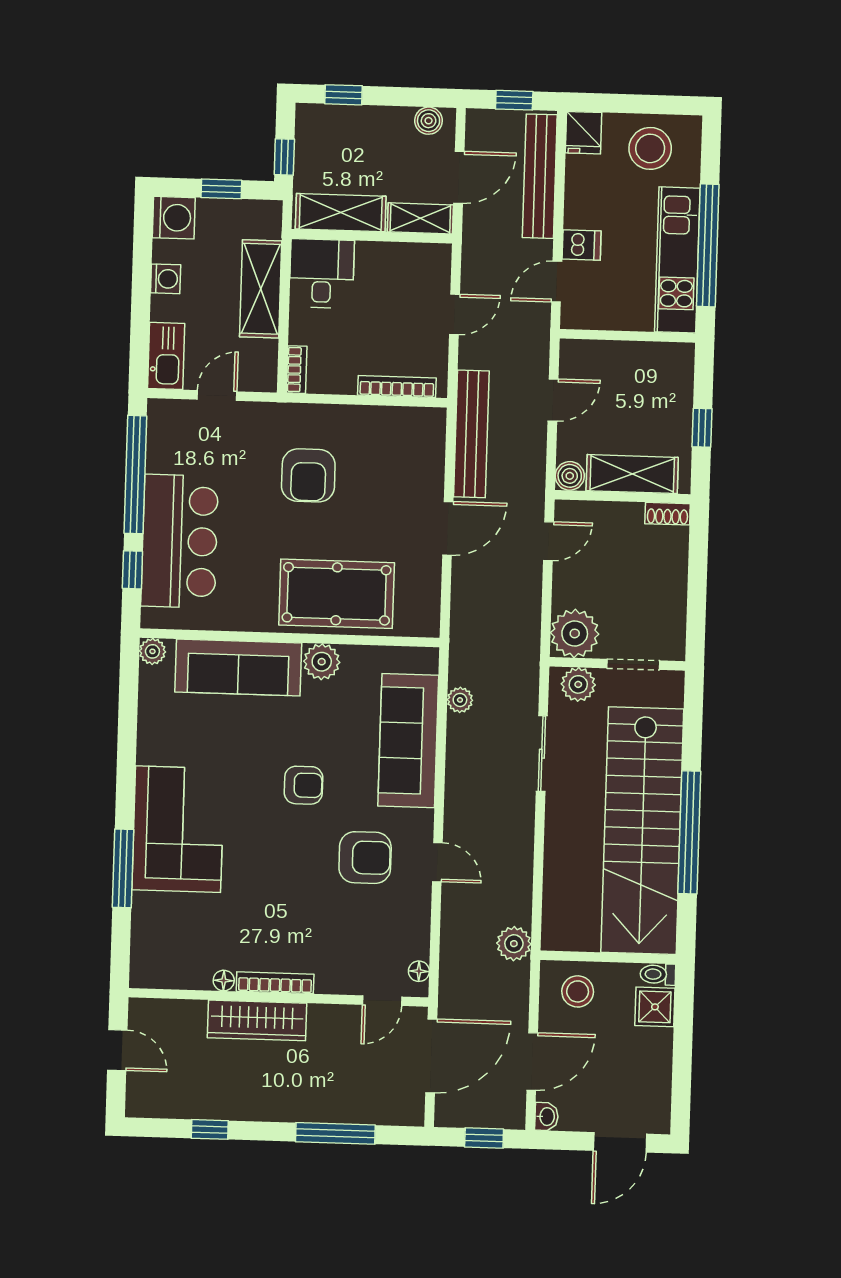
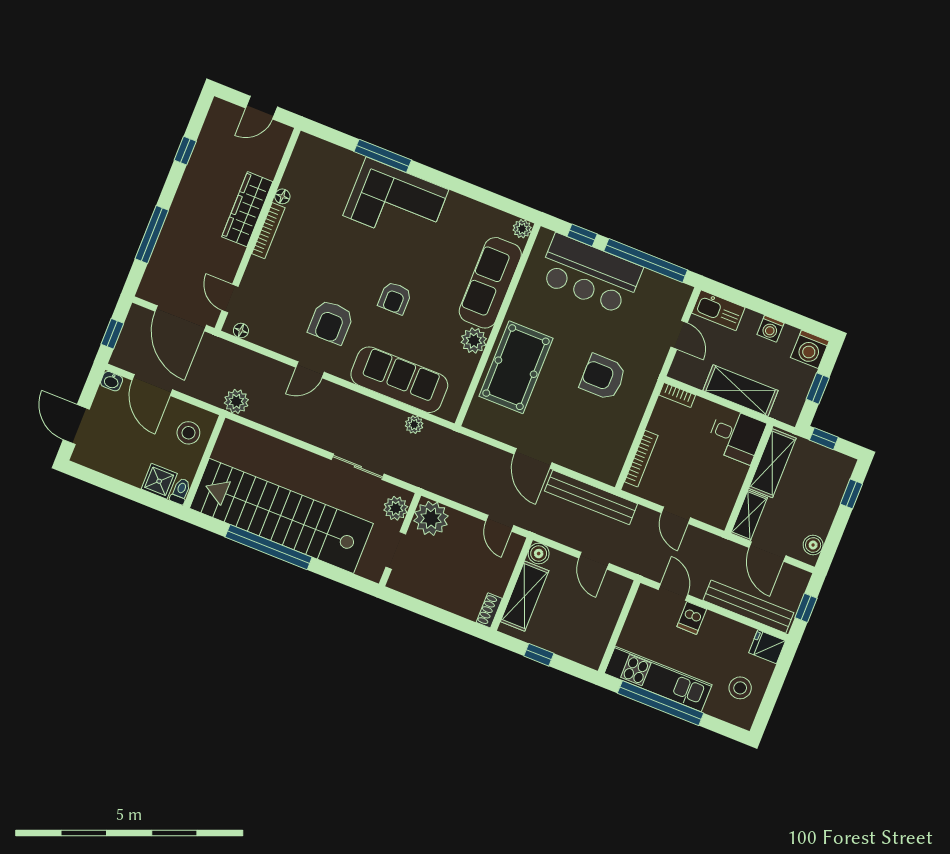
stool: (650, 148) -> (740, 688), width x0.73, depth x0.73

